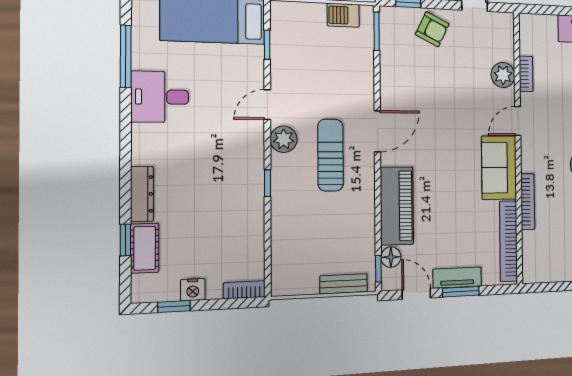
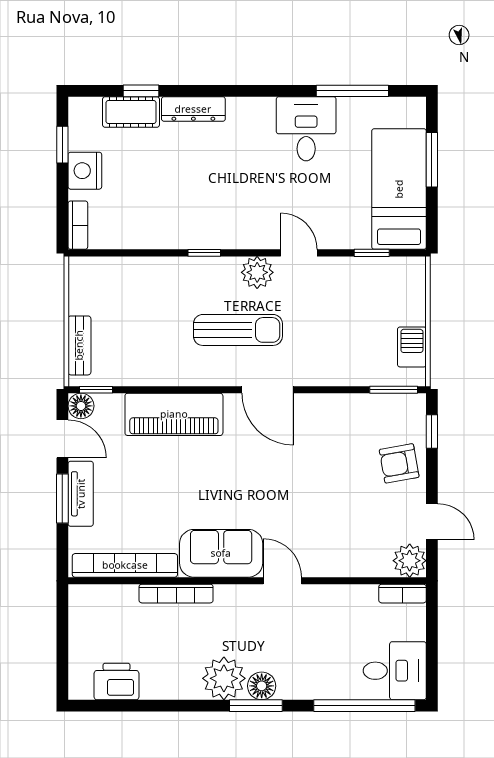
armchair: (432, 29) -> (399, 463), turned 54
bookcase: (526, 74) -> (403, 594), moved
plant: (503, 75) -> (410, 561), moved
floor lamp: (391, 257) -> (81, 406), moved
nightstand: (193, 290) -> (85, 171), width x1.36, depth x1.33
door: (416, 294) -> (62, 439), hinge flipped

